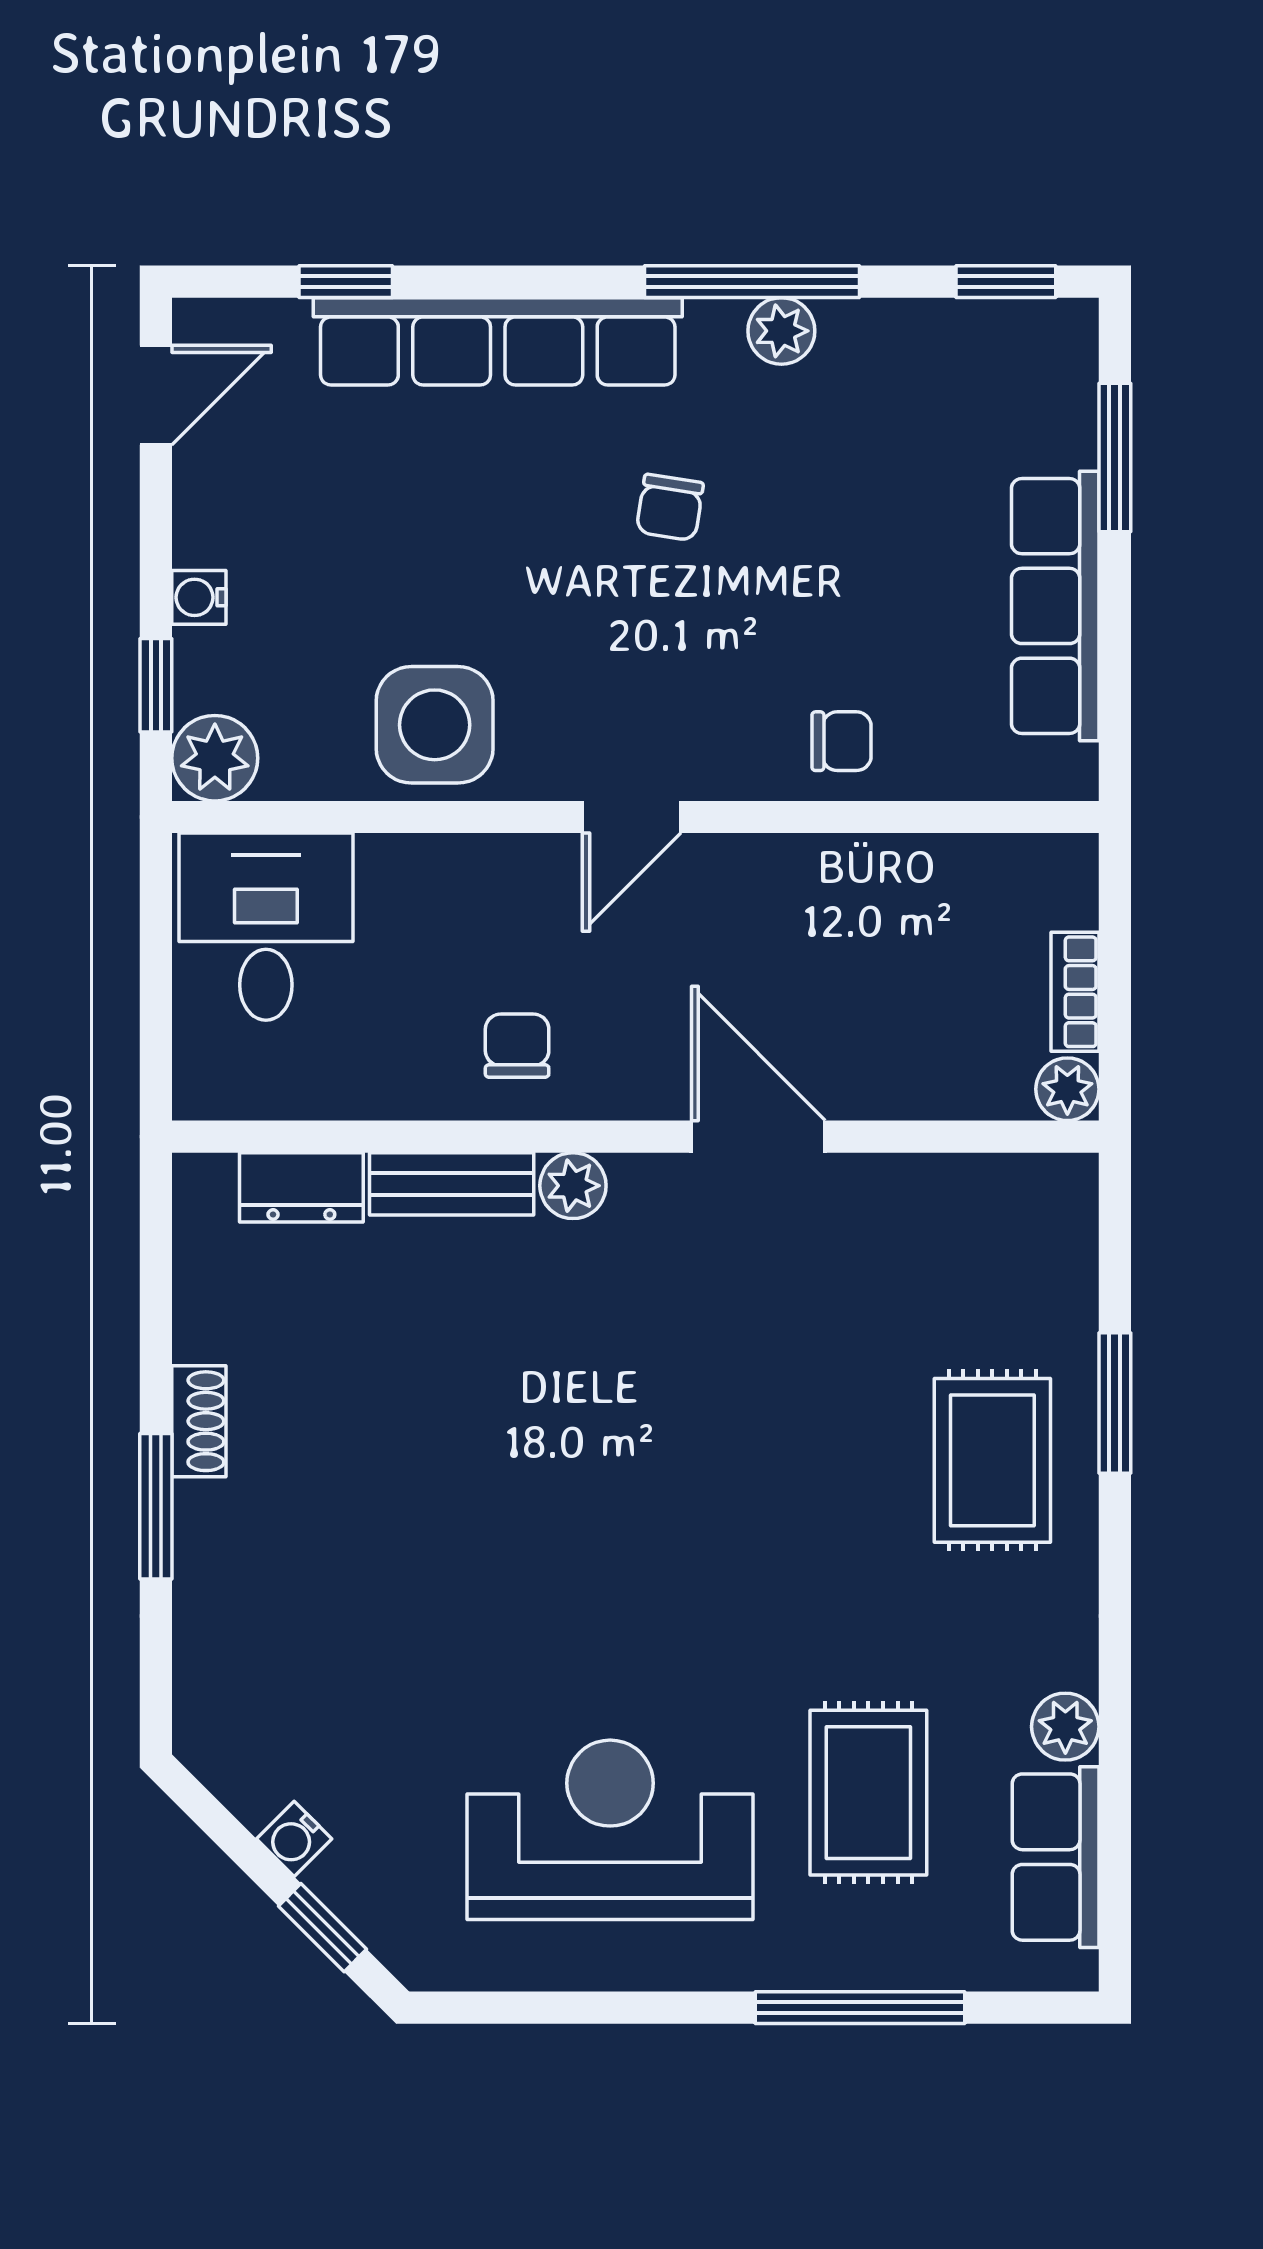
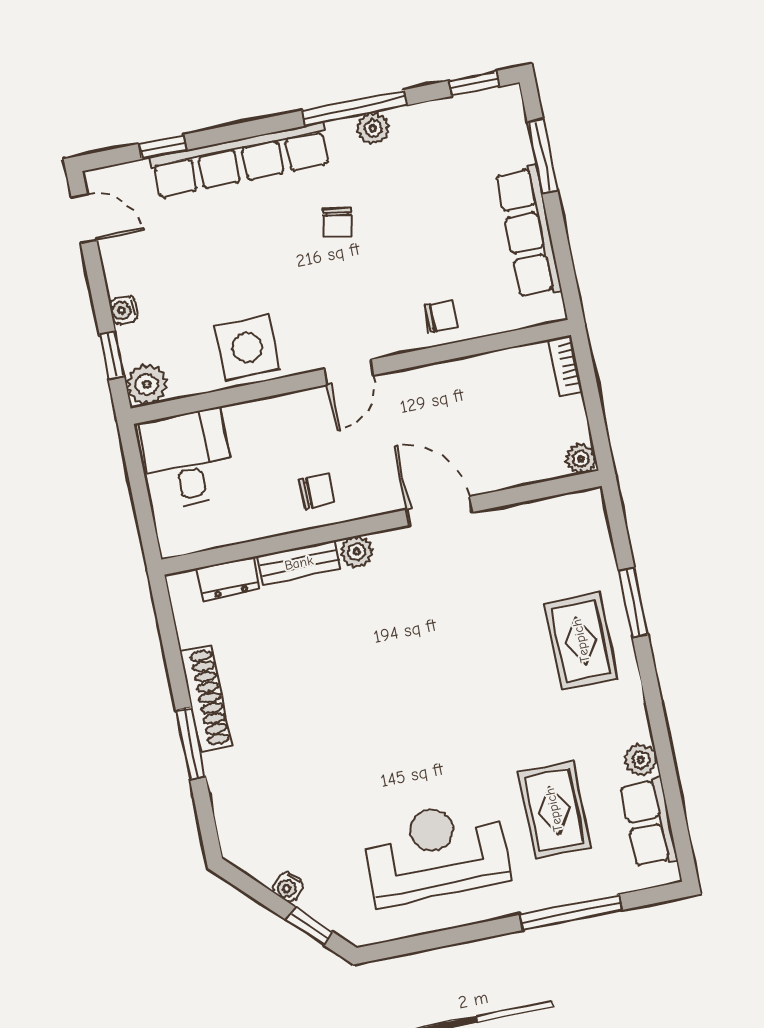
door: (156, 395) -> (84, 219), hinge flipped
bookcase: (1075, 992) -> (566, 365), moved
chair: (517, 1046) -> (317, 491), turned 90
shoe rack: (199, 1421) -> (206, 698), width x1.94, depth x1.24

